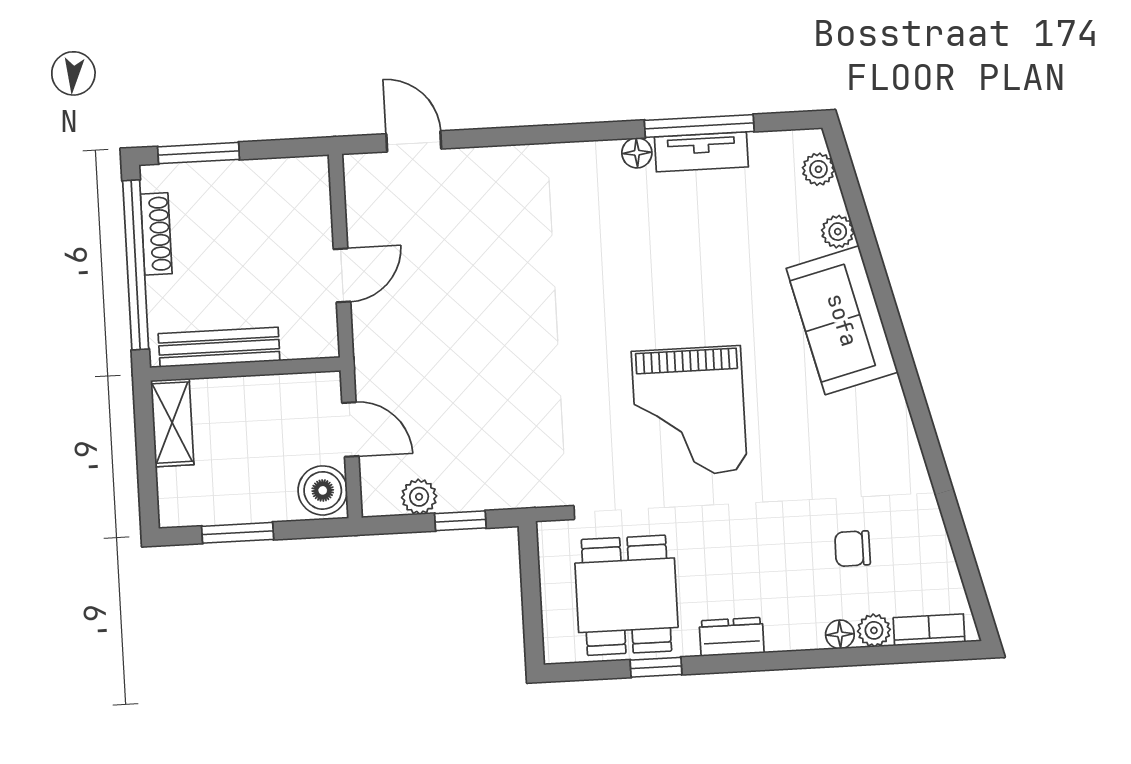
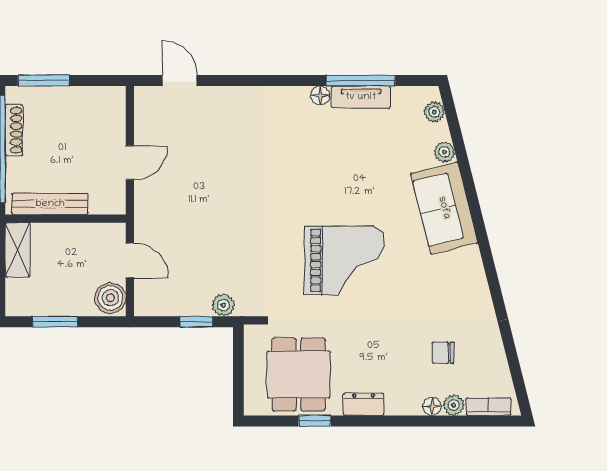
grand piano: (689, 411) -> (344, 261), turned -90
plant: (419, 497) -> (223, 305), moved

